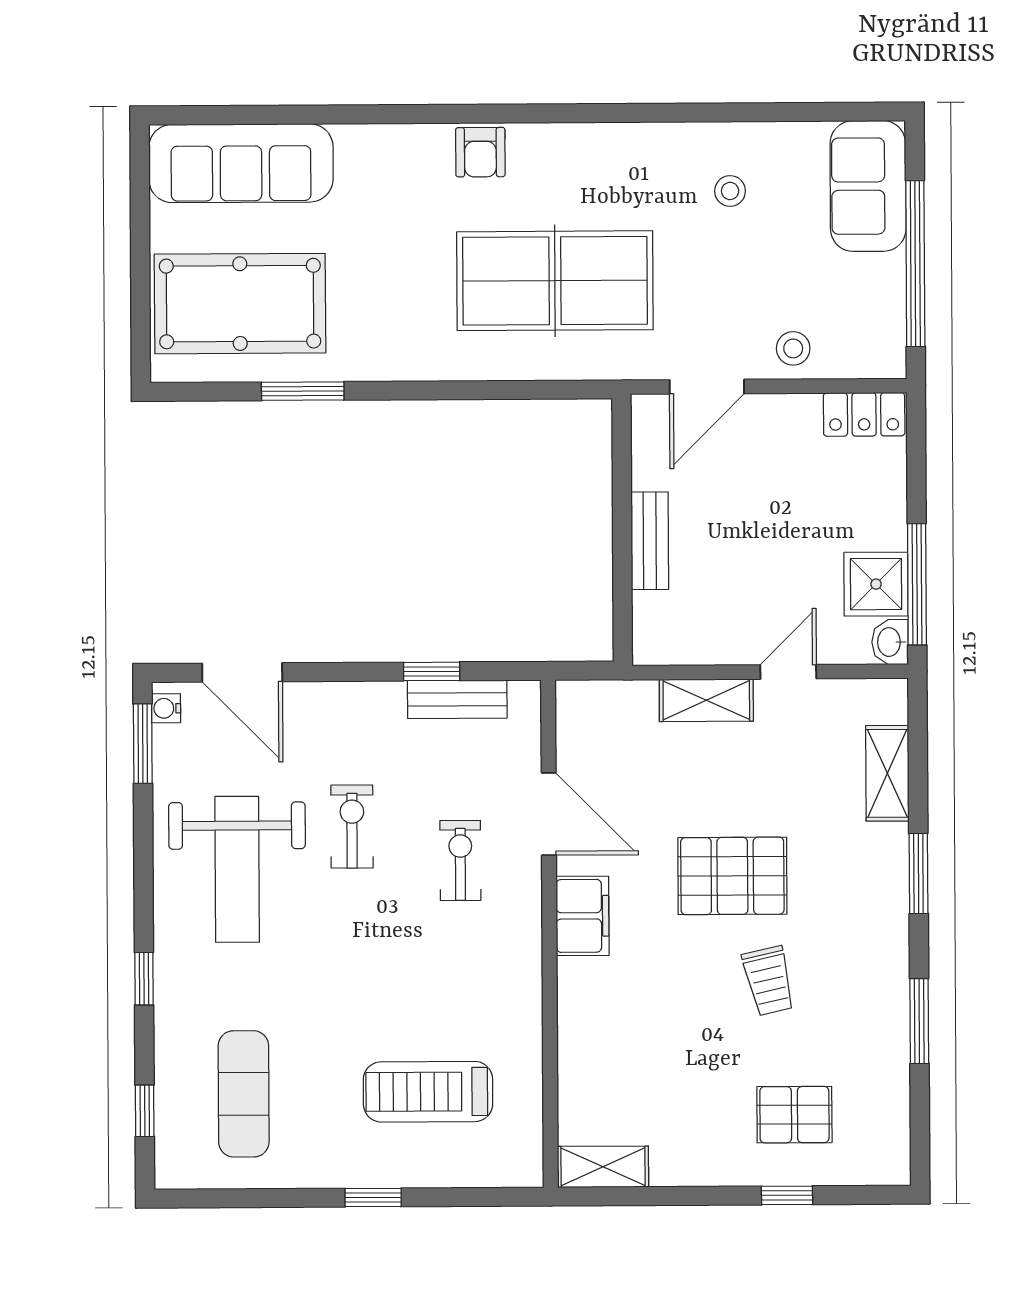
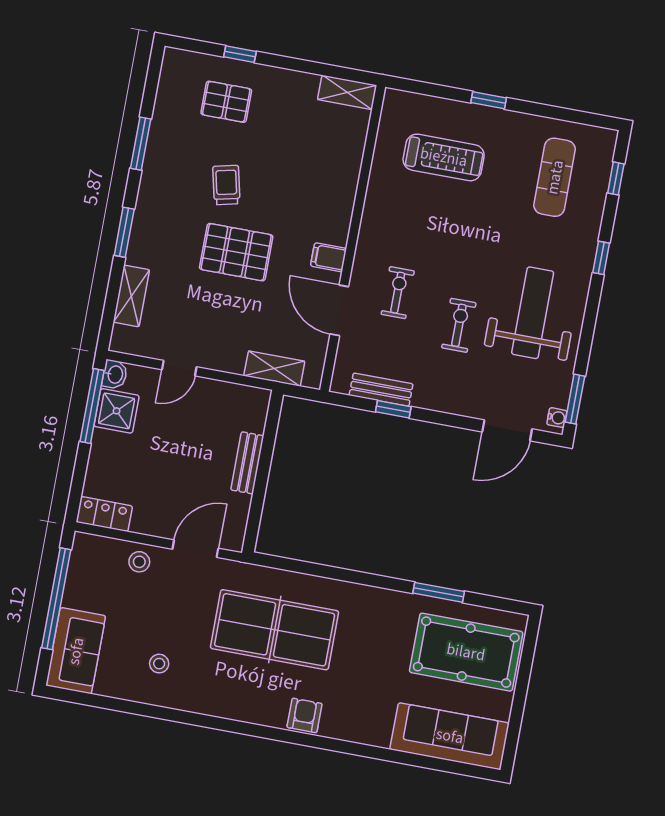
door: (242, 672) -> (507, 430), swing flipped
shelving: (706, 700) -> (274, 368), moved
exercise bike: (352, 827) -> (459, 325), turned 180
exercise bike: (460, 860) -> (398, 293), turned 180
filing cabinet: (582, 916) -> (329, 257), width x0.50

